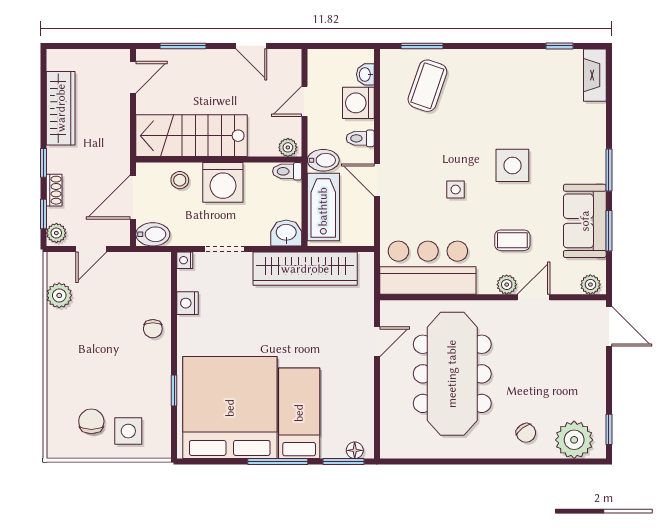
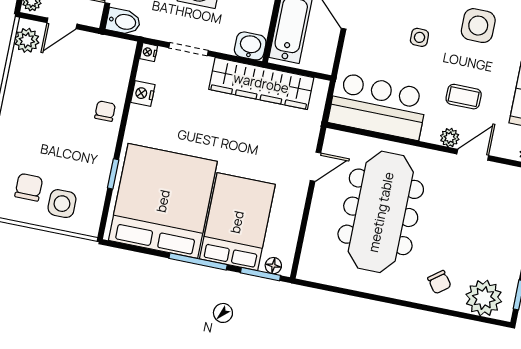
plant: (59, 295) -> (27, 40), moved
chair: (153, 329) -> (105, 111), turned 180
bed: (299, 413) -> (237, 222), width x1.50

